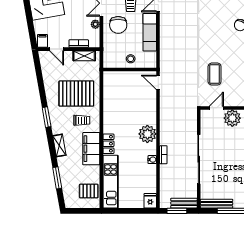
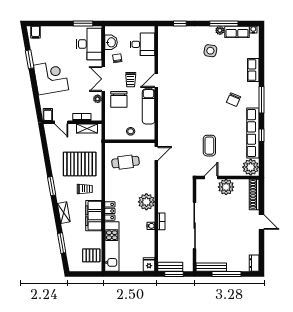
door: (158, 82) -> (156, 153), swing flipped
cafe table: (125, 92) -> (126, 162), added
bench: (184, 203) -> (170, 267), moved

